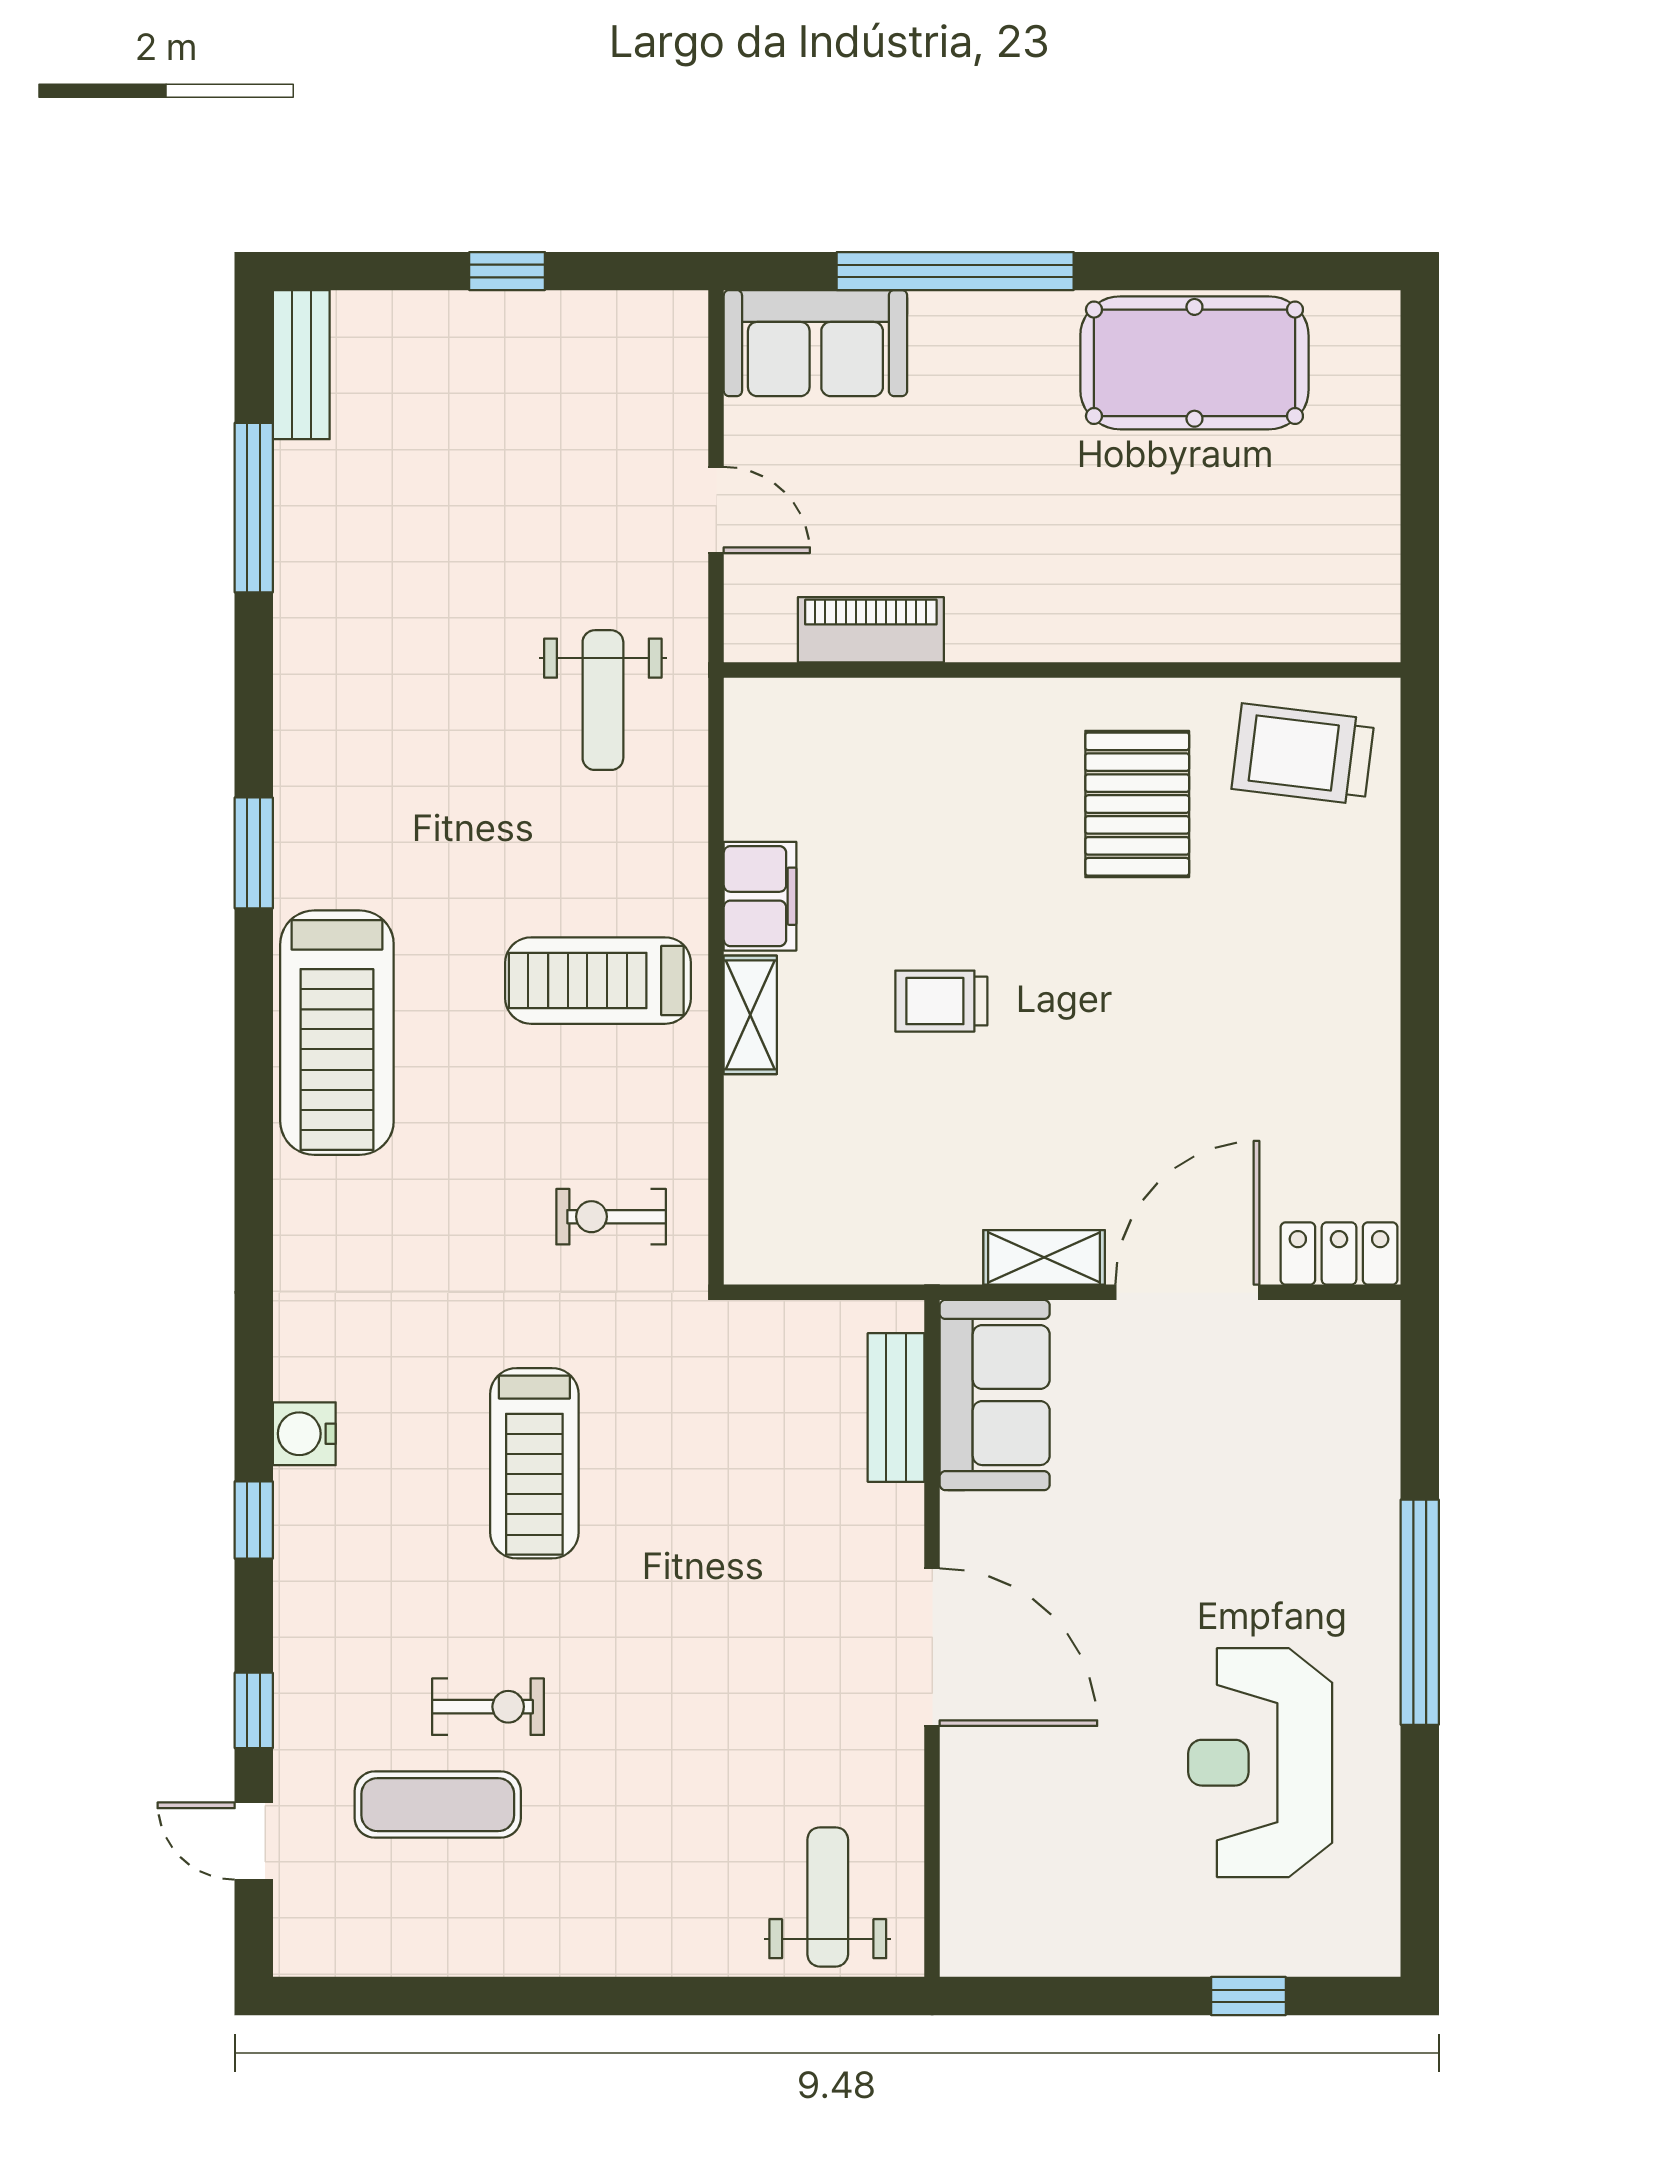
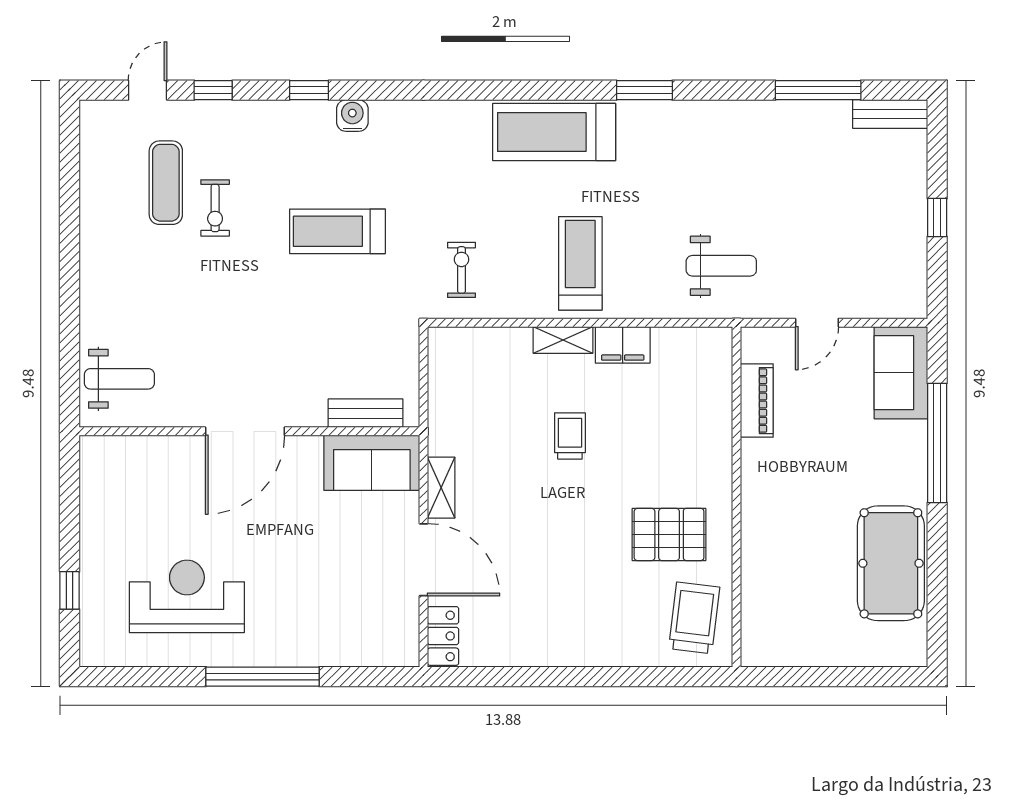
weight bench: (603, 700) -> (721, 266), turned 180

